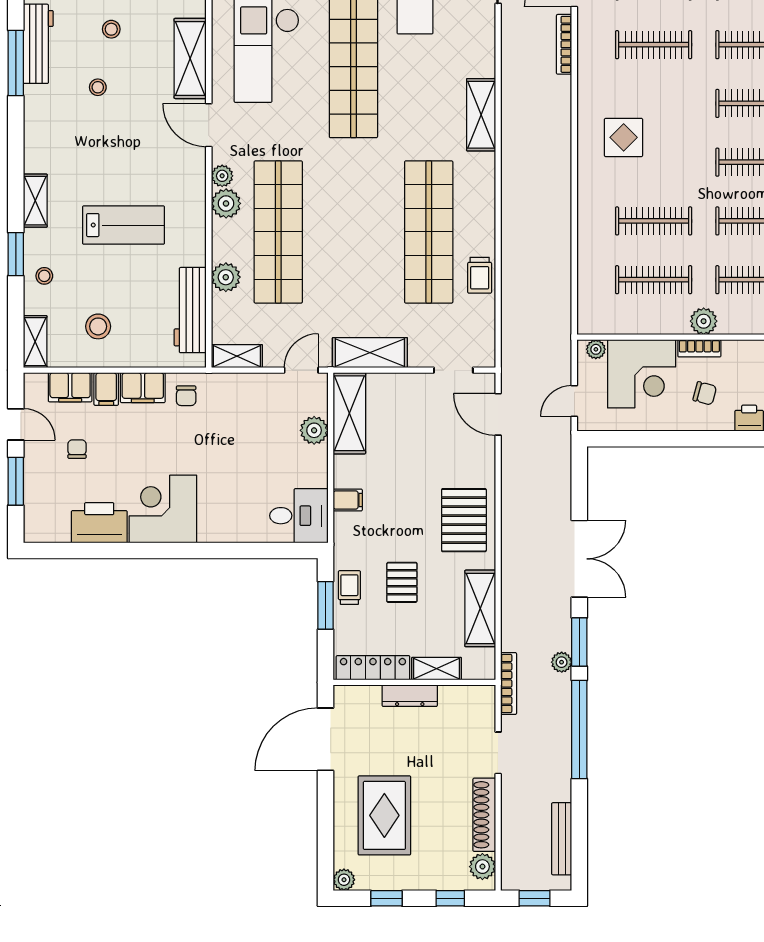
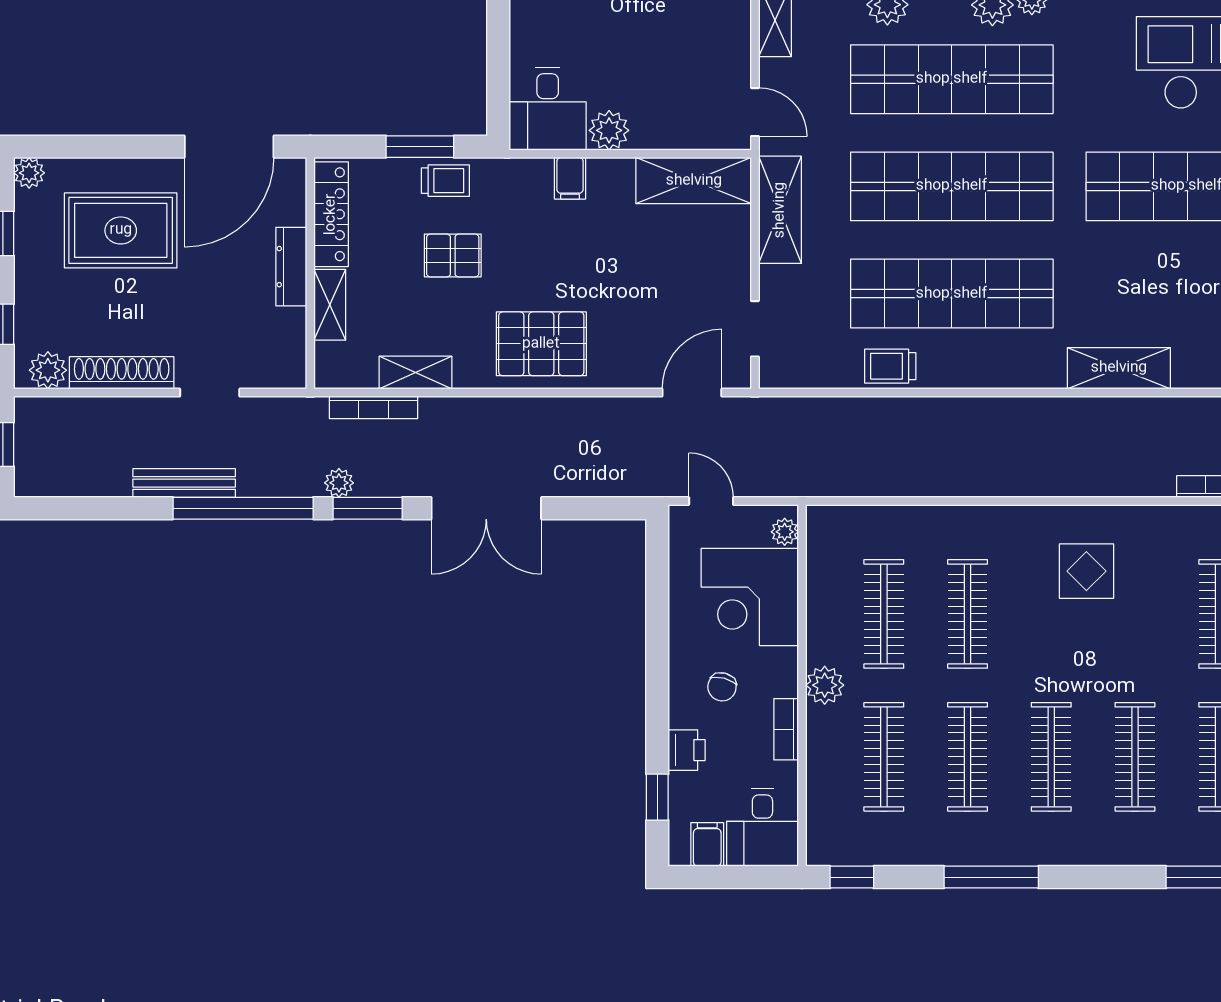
shop shelf: (353, 232) -> (952, 186), added
bookcase: (699, 348) -> (786, 729), moved
plant: (314, 430) -> (609, 130), moved
shelving: (480, 608) -> (415, 373), width x0.67, depth x0.75
bookcase: (509, 684) -> (374, 407), moved
door: (326, 739) -> (229, 147), swing flipped
bench: (562, 839) -> (184, 483), moved

